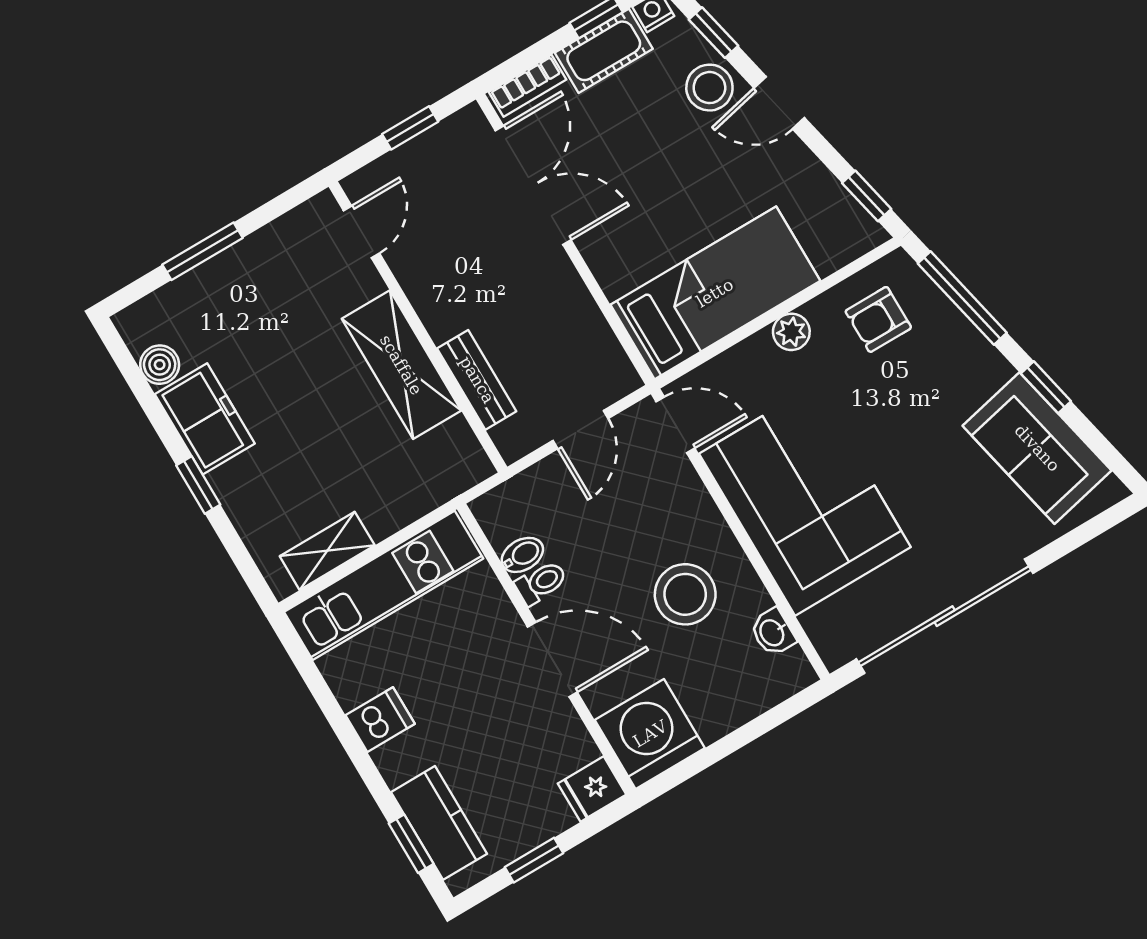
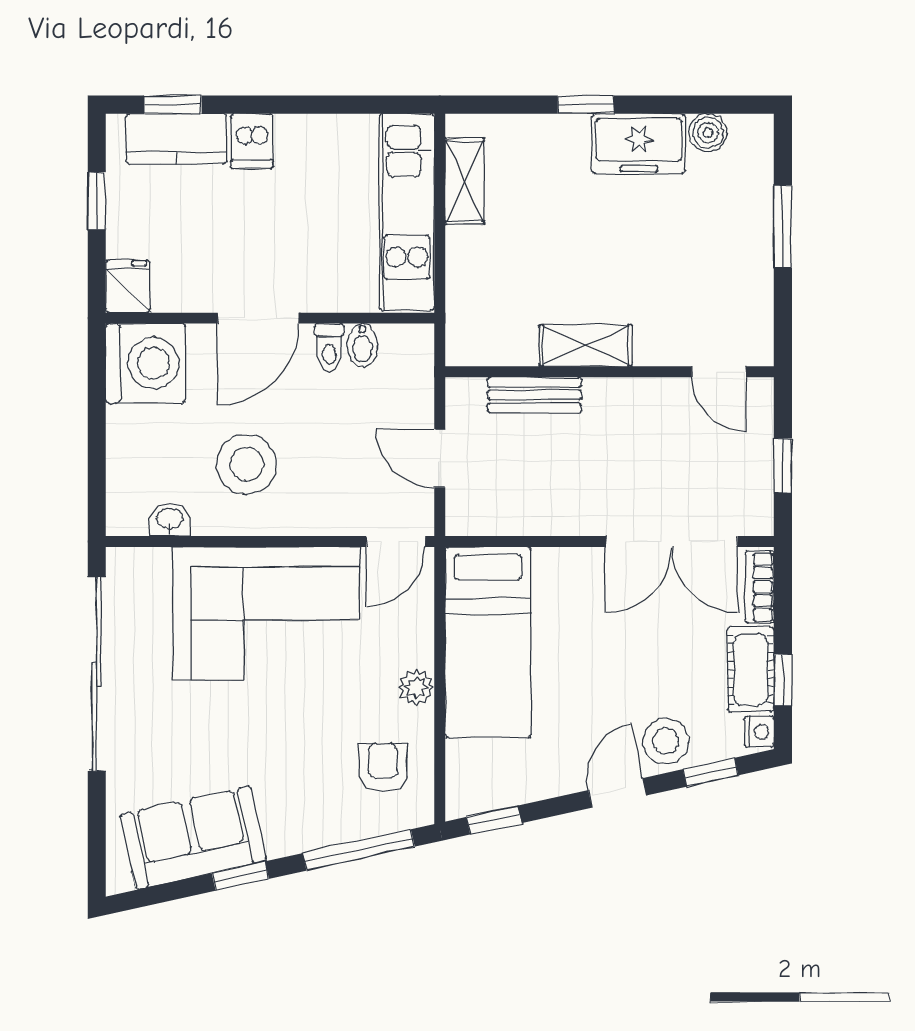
shelving: (401, 365) -> (586, 346), width x0.67, depth x0.75
dishwasher: (380, 720) -> (252, 141), moved

